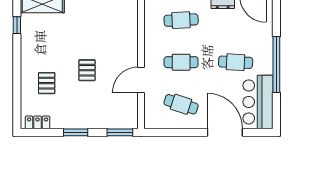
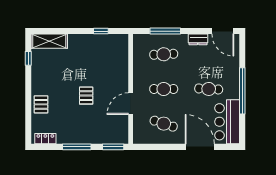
pallet: (47, 83) -> (41, 104), moved
window: (76, 132) -> (77, 147), width x1.44

